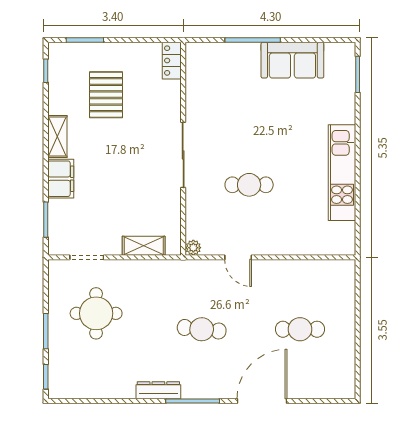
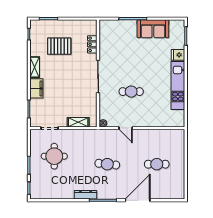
locker: (172, 61) -> (92, 44), moved
pallet: (106, 95) -> (59, 46), turned 90
fridge: (342, 112) -> (178, 55), added

